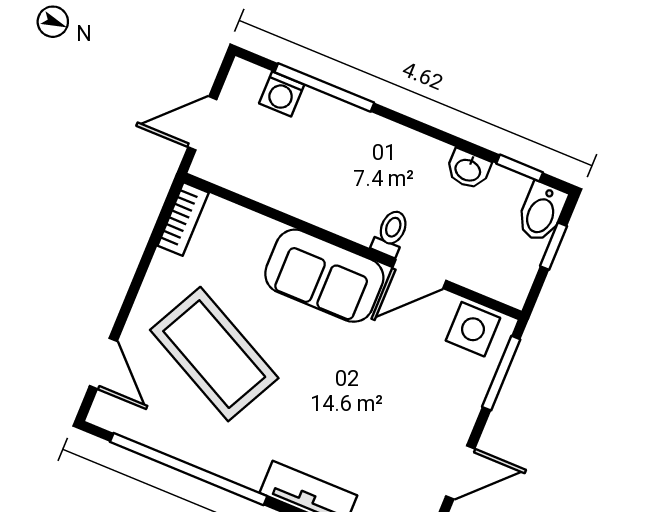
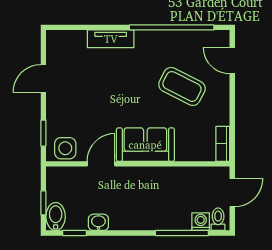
toilet: (391, 233) -> (218, 219), moved, turned 180
coffee table: (214, 354) -> (182, 86), width x0.73, depth x0.76
window: (501, 373) -> (43, 133), width x0.67

